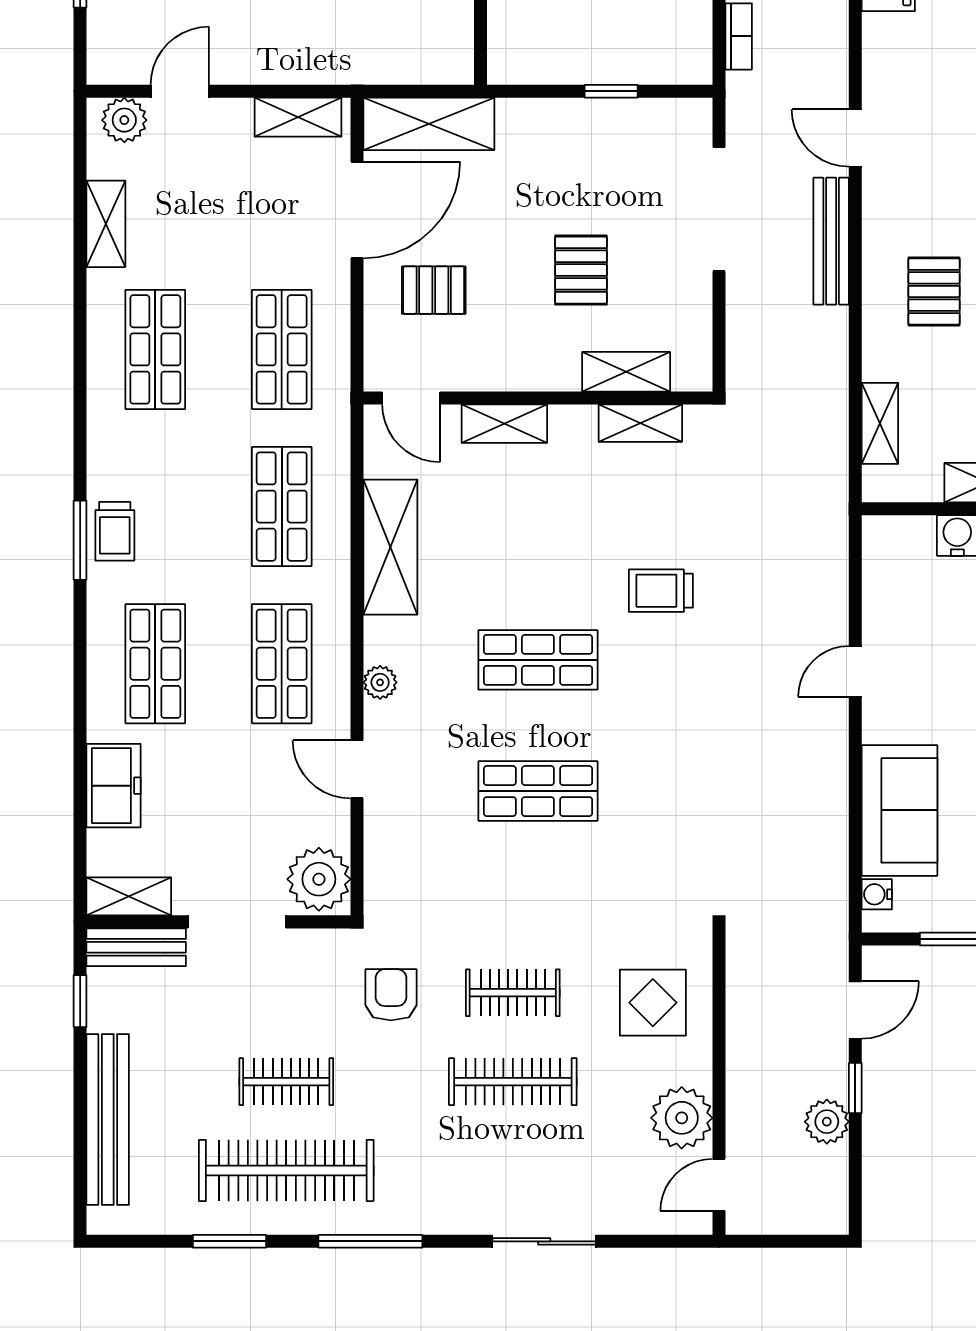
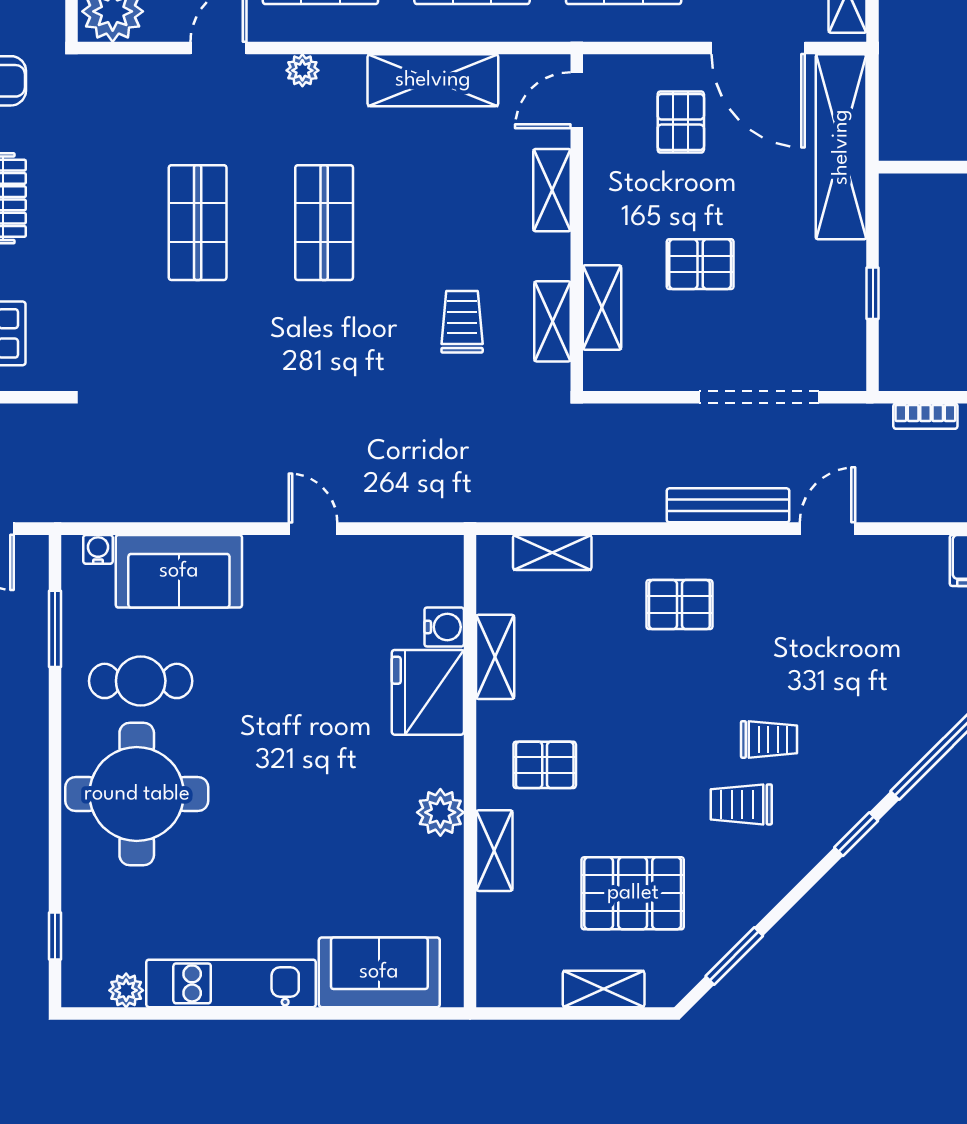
shelving: (429, 124) -> (841, 147), width x1.47
trolley: (661, 591) -> (462, 322), moved

